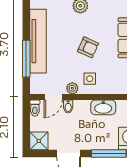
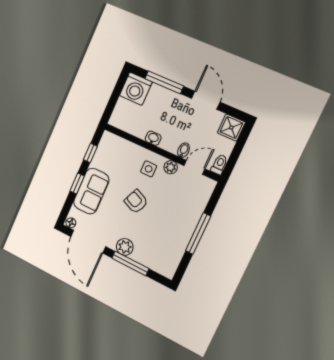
tv unit: (38, 41) -> (184, 233), removed
window: (26, 59) -> (198, 233), moved
washbasin: (103, 107) -> (153, 138), width x0.52, depth x0.69

